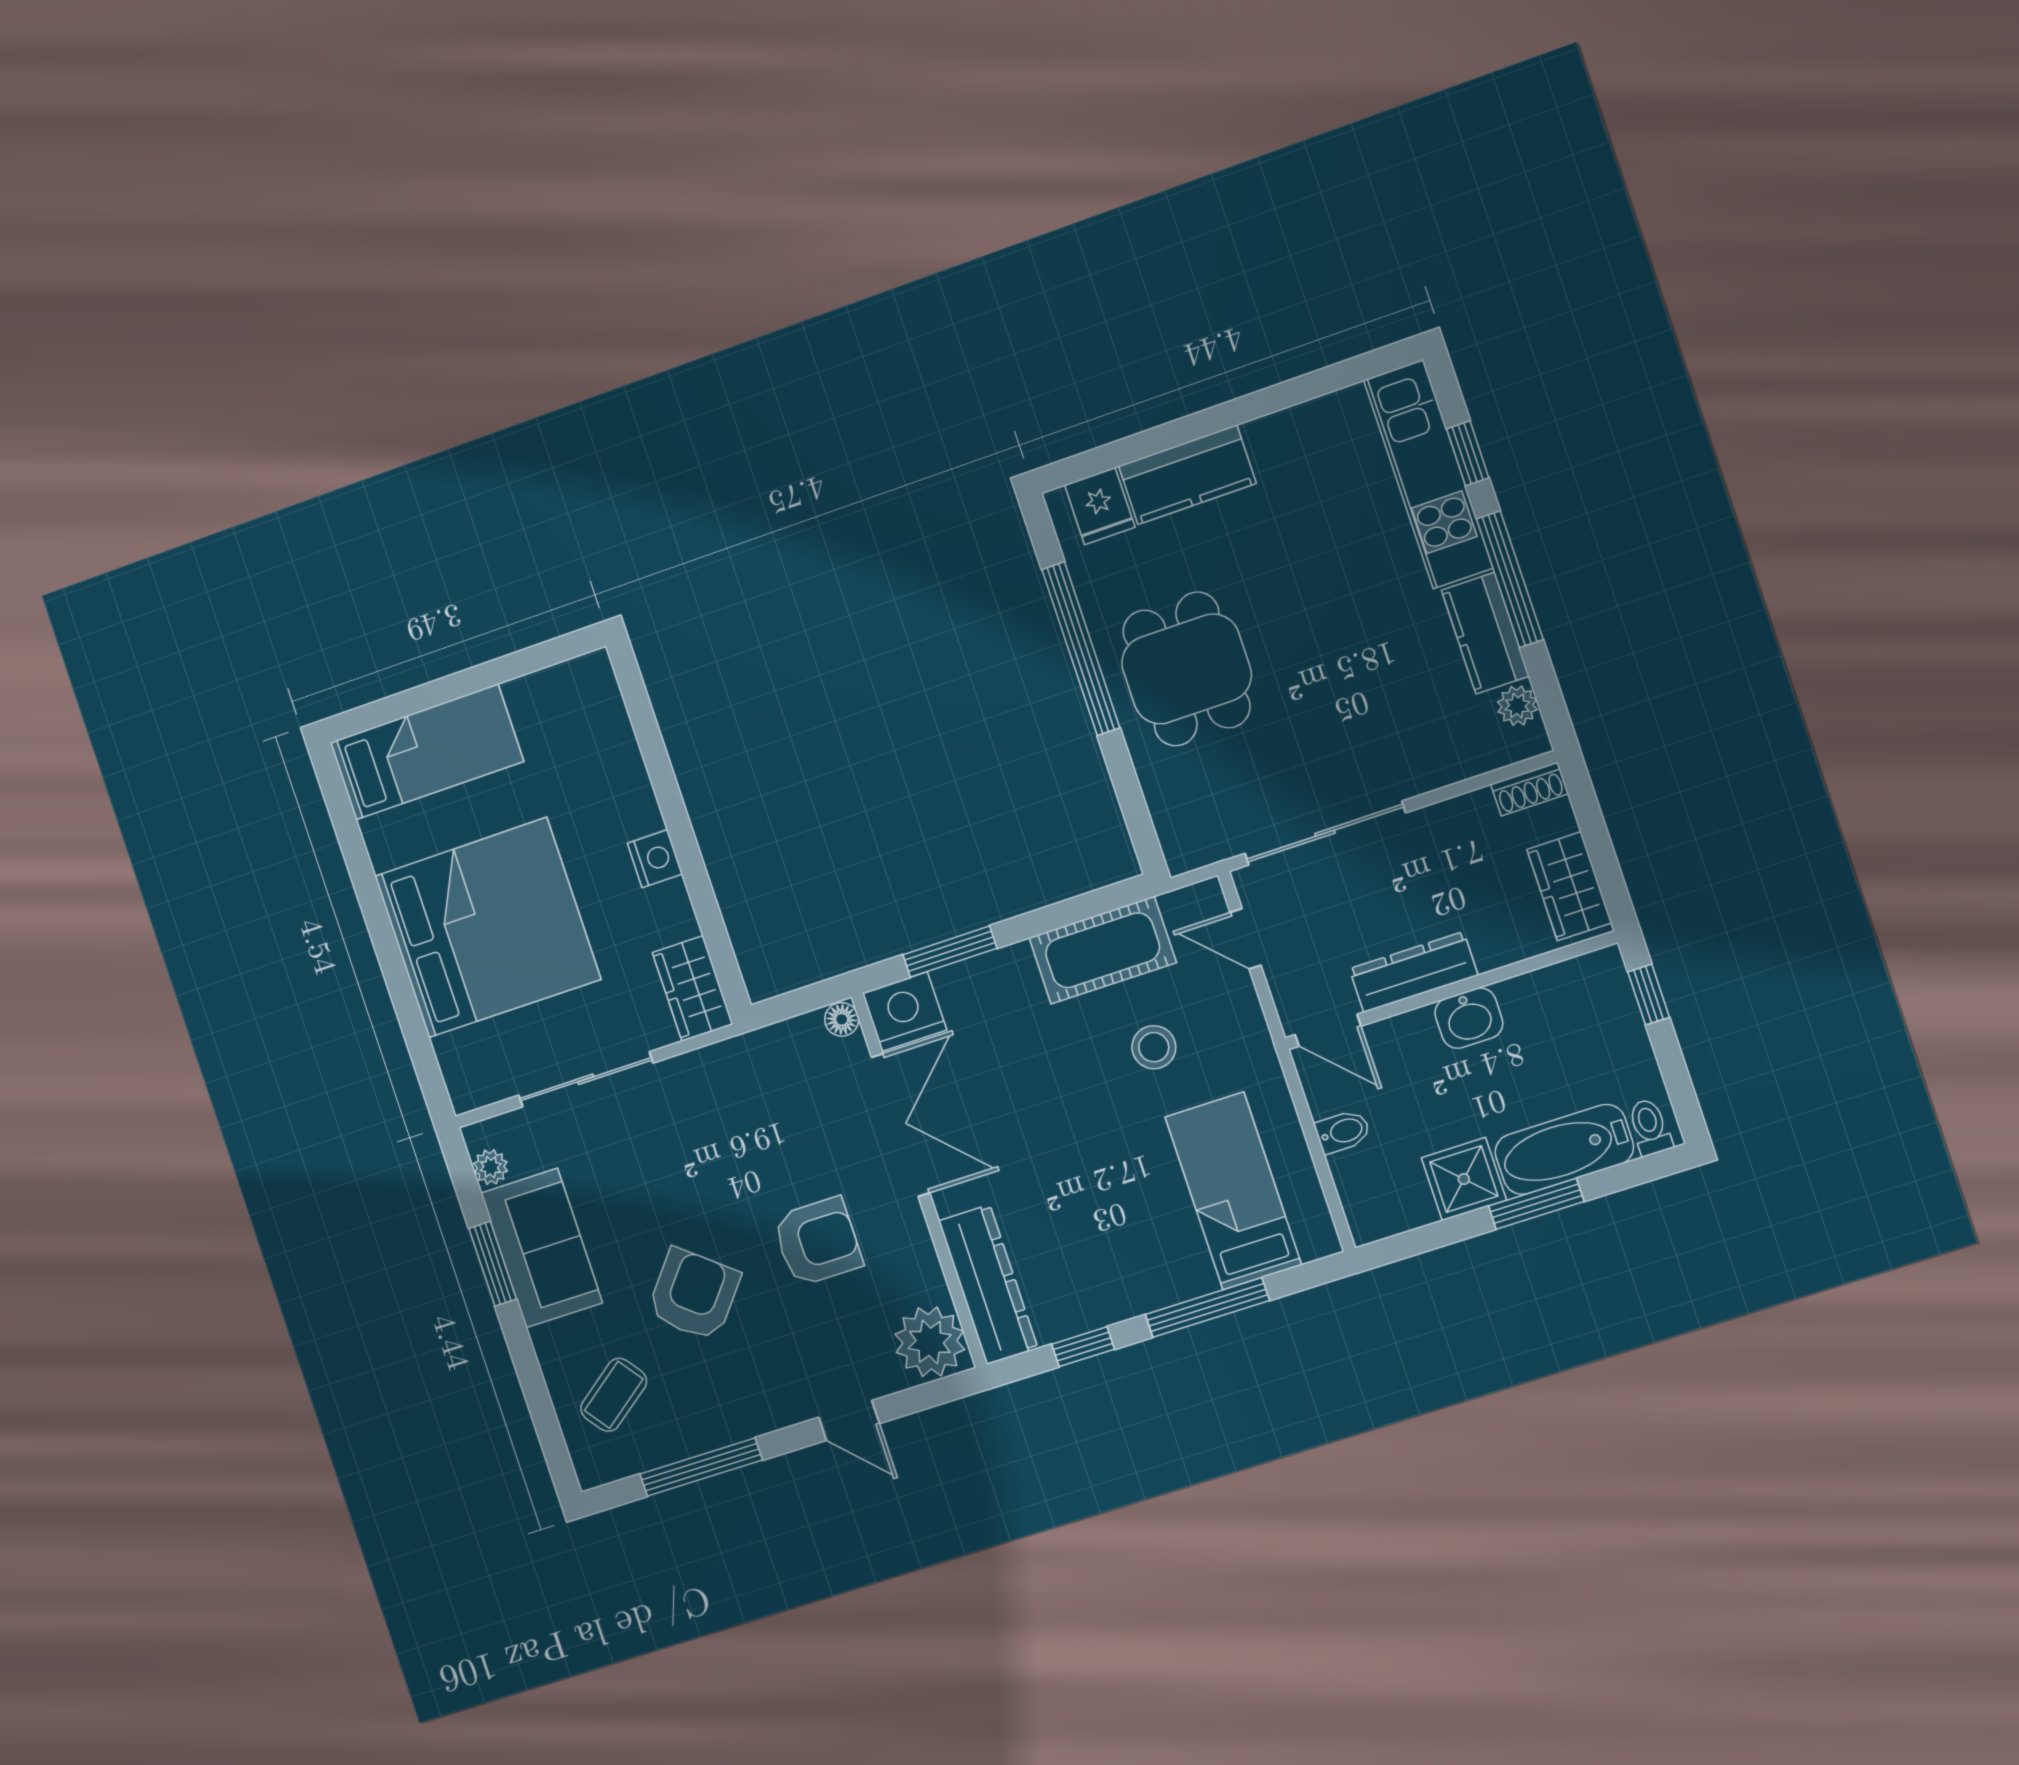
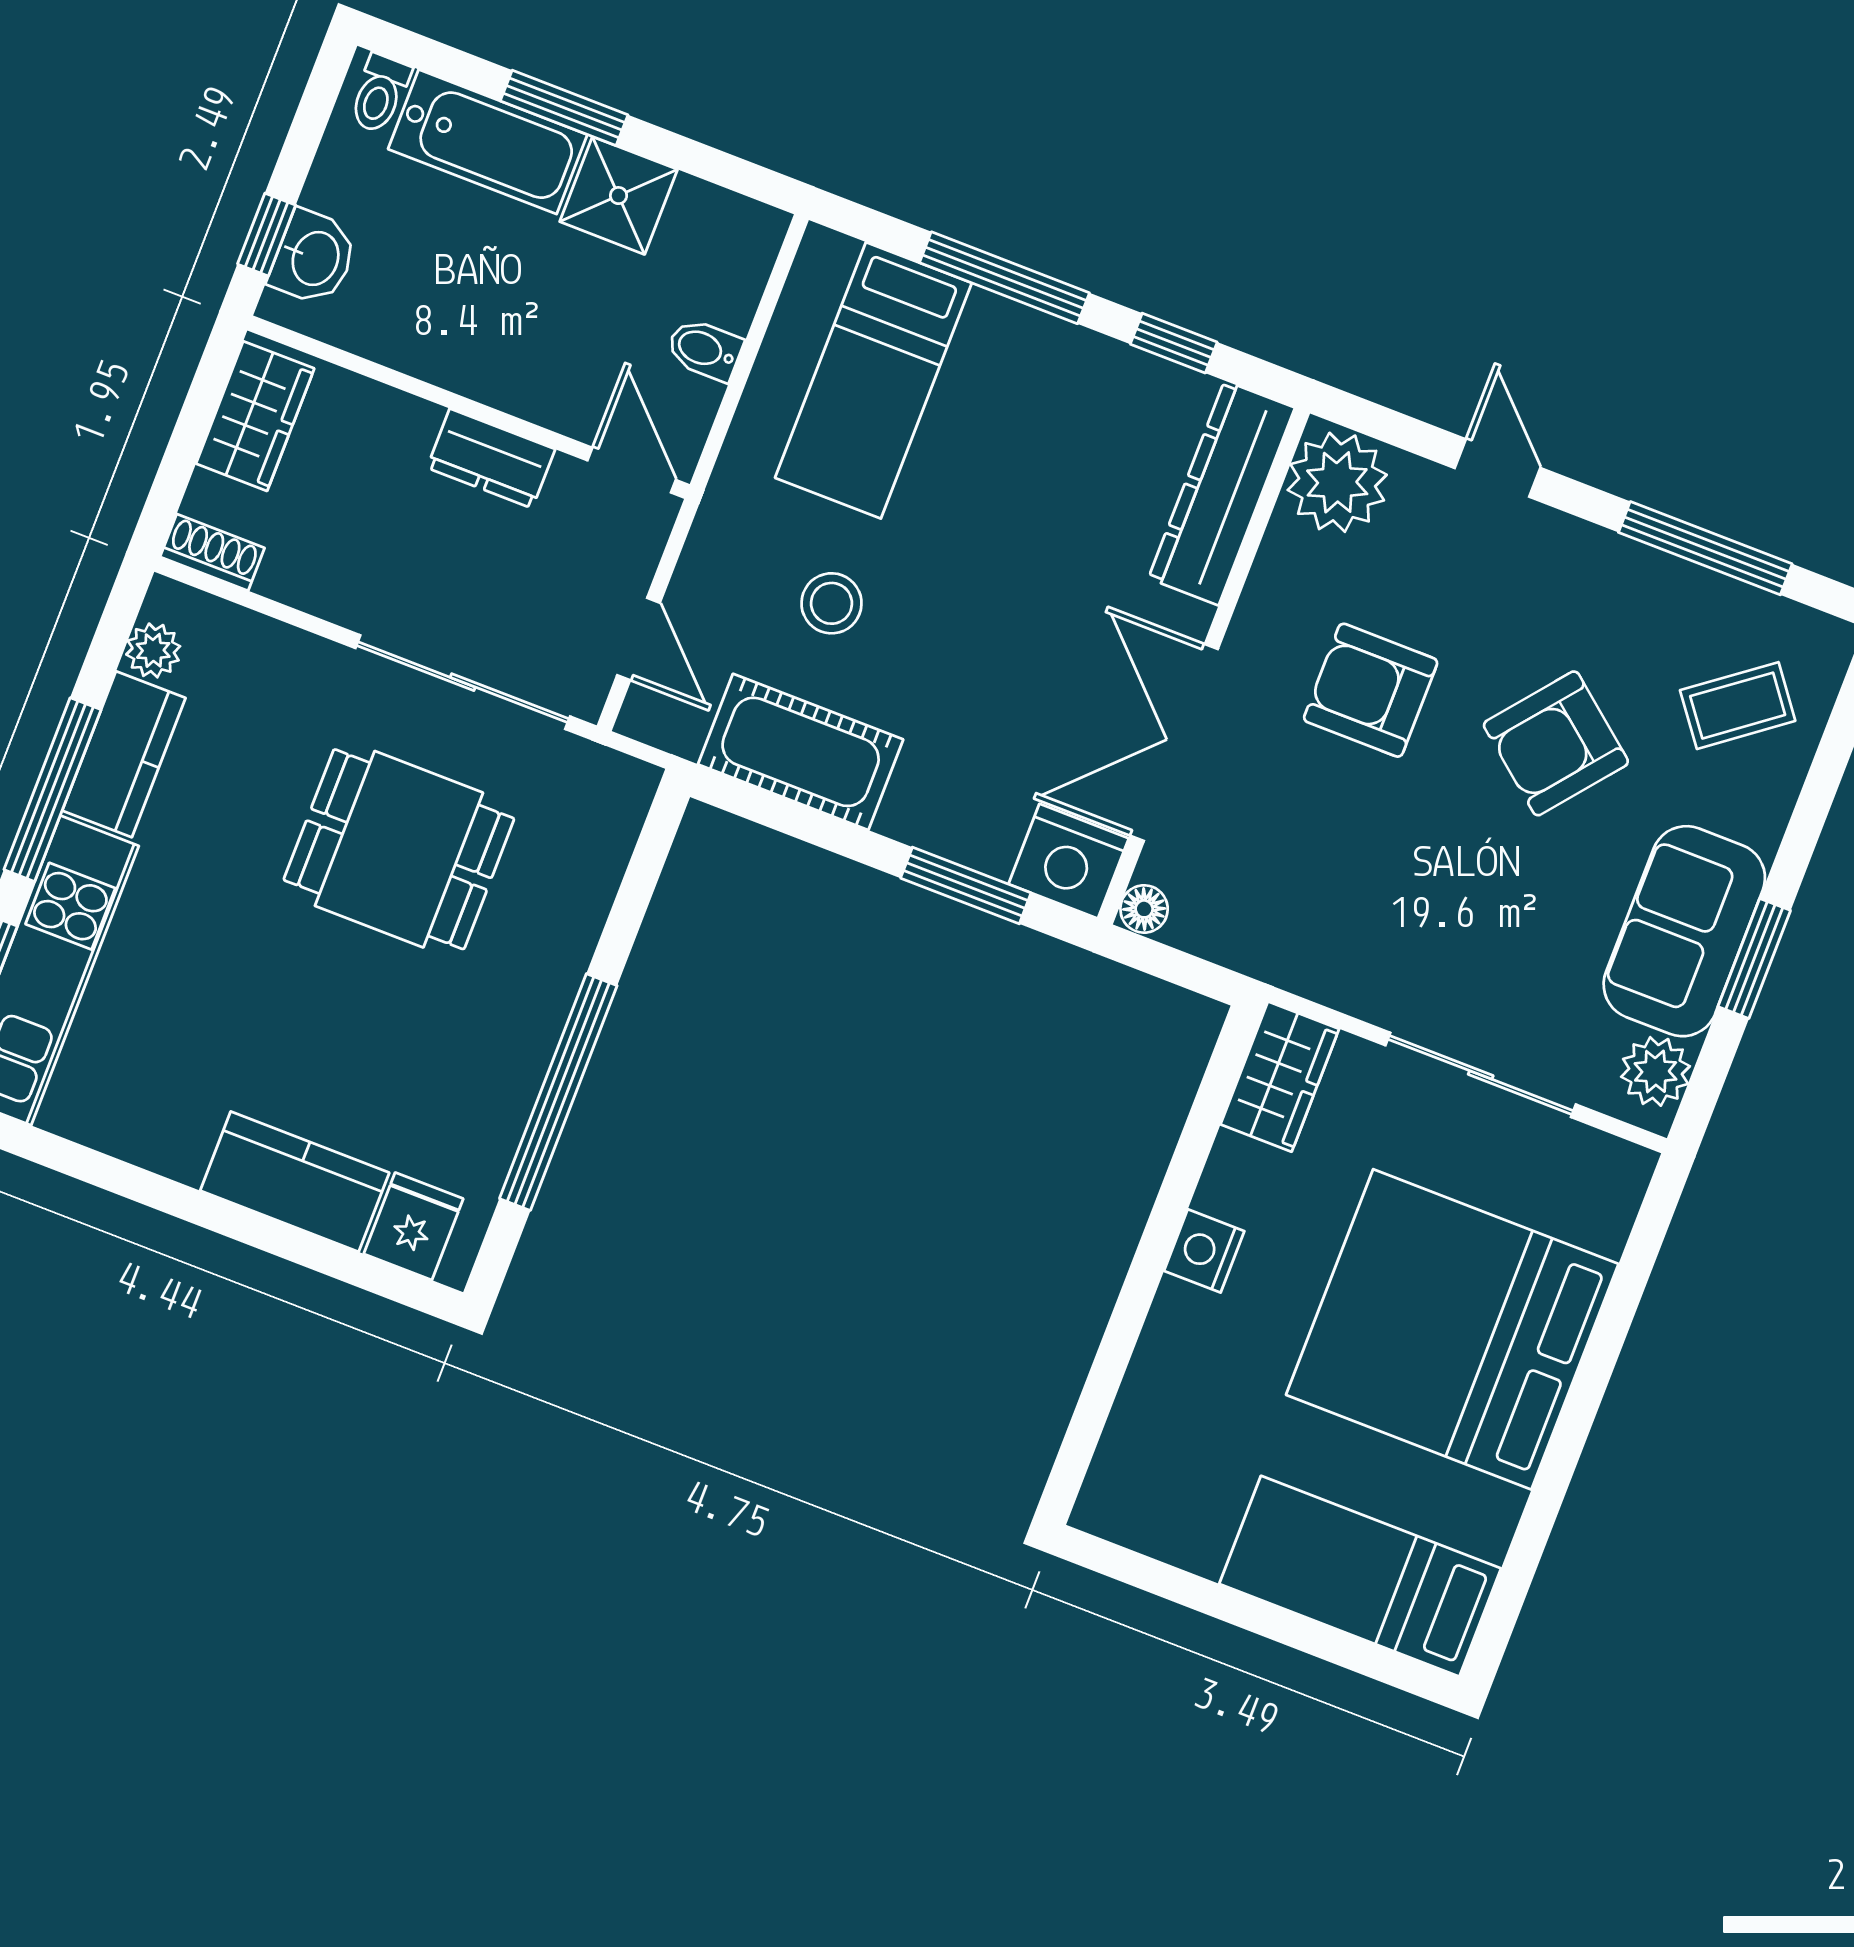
dining table: (1187, 669) -> (399, 849), moved, turned 90
dresser: (1414, 972) -> (491, 458), width x0.70
washbasin: (1469, 1018) -> (314, 258), moved, turned 90
plant: (491, 1167) -> (1656, 1071), width x1.38, depth x1.38

